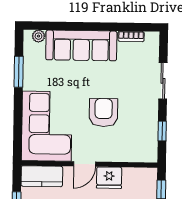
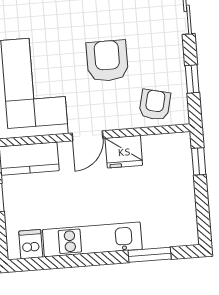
armchair: (134, 147) -> (155, 105), added

